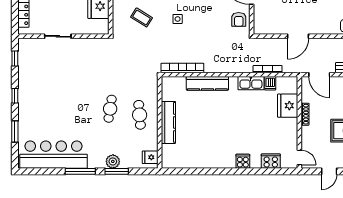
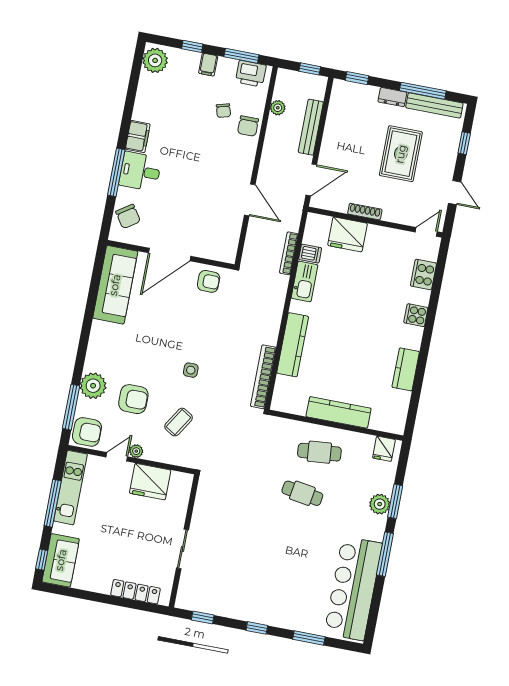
kitchen counter: (206, 162) -> (406, 369), added

